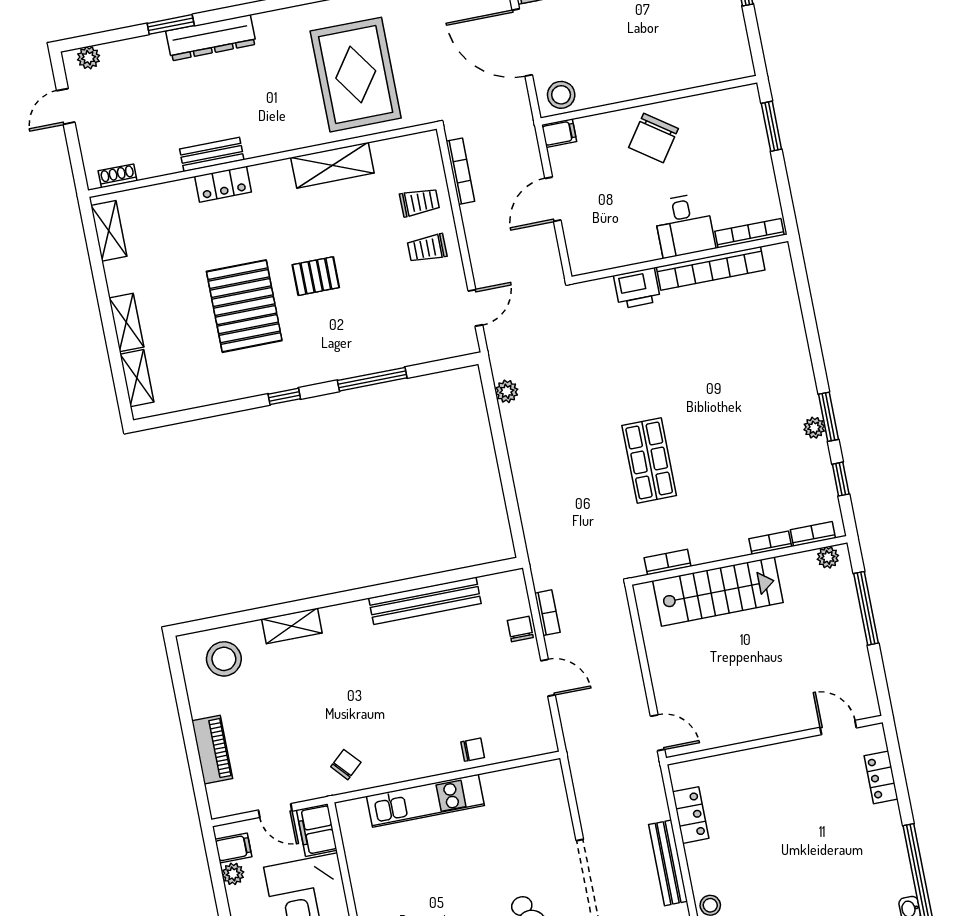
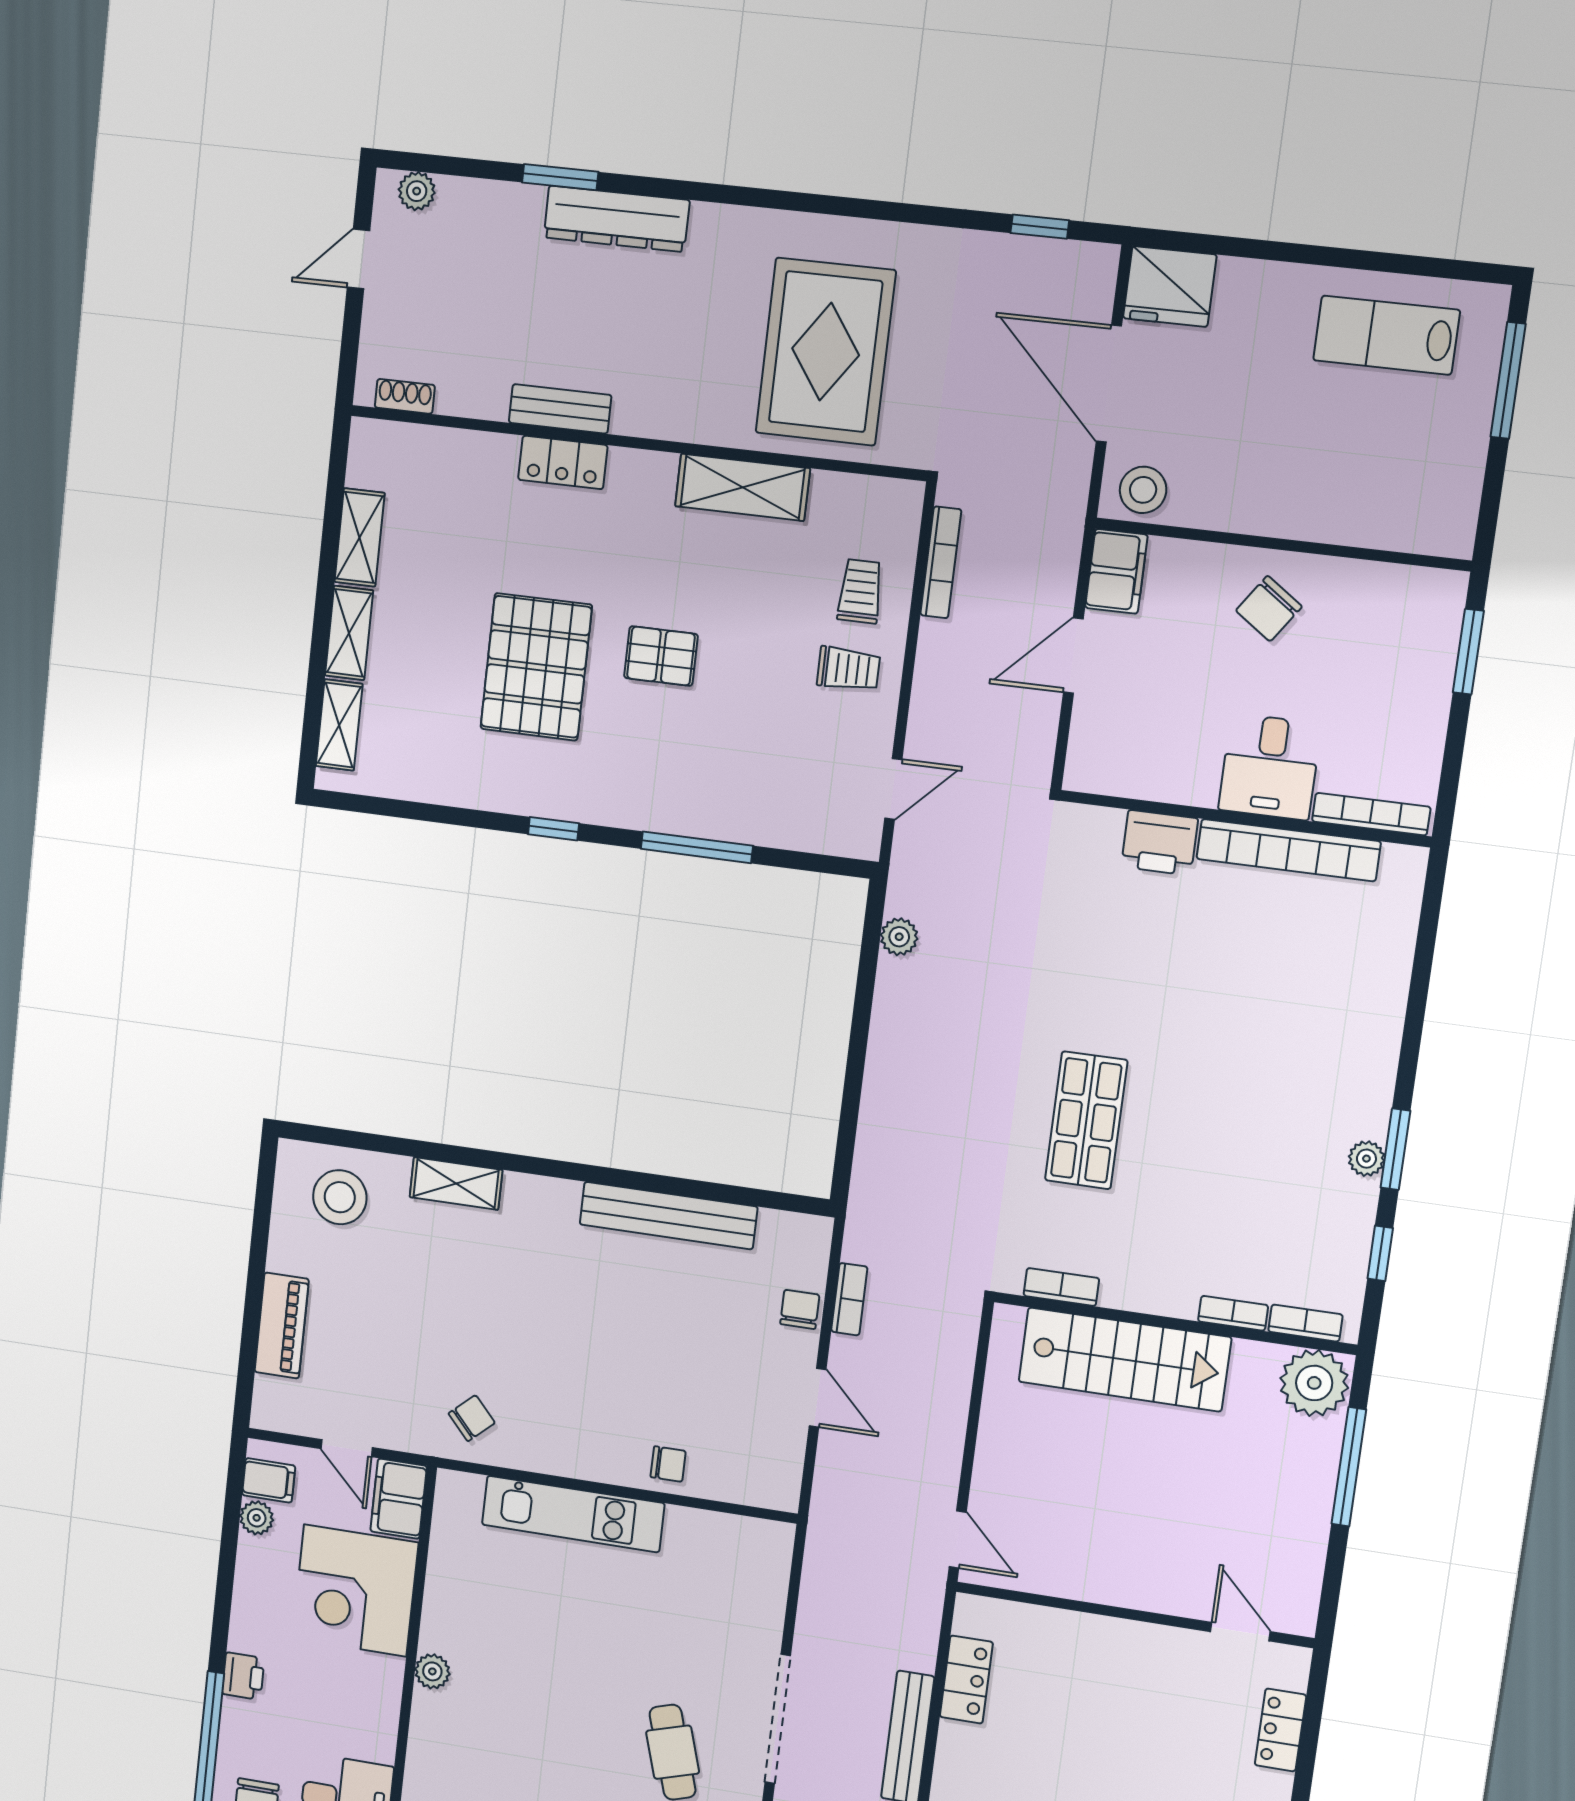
filing cabinet: (559, 133) -> (1116, 571), width x2.00
chair: (653, 138) -> (1269, 609), width x0.73, depth x0.73
trolley: (420, 202) -> (860, 591), turned -90
shelving: (109, 231) -> (360, 537), moved
trolley: (427, 248) -> (848, 669), turned 180
plant: (828, 557) -> (1314, 1383), width x1.87, depth x1.87

